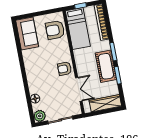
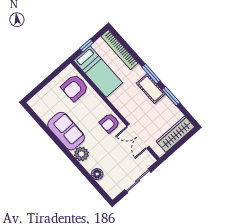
sofa: (27, 34) -> (66, 131), moved
cot: (106, 66) -> (151, 89), width x0.73, depth x0.75
double door: (79, 89) -> (138, 136), swing flipped
plant: (40, 116) -> (81, 154), moved

